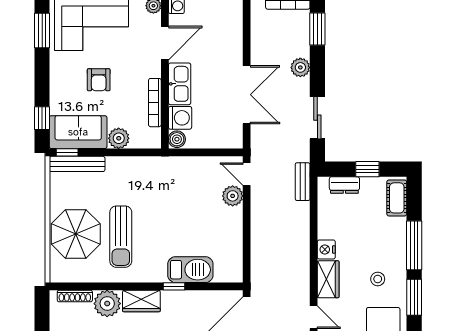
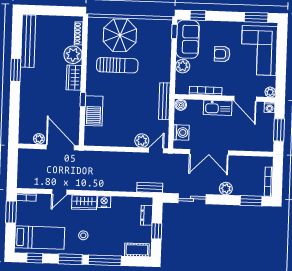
washing machine: (180, 118) -> (181, 132), moved, turned -90
bench: (77, 164) -> (164, 101), moved
sun lounger: (121, 237) -> (117, 65), turned 180

